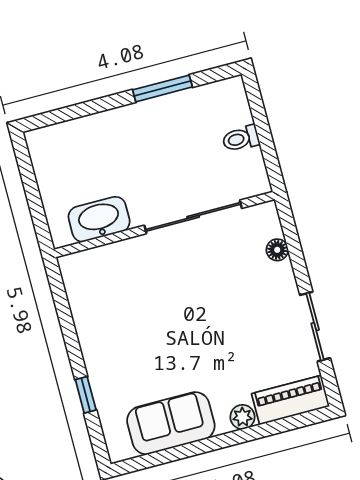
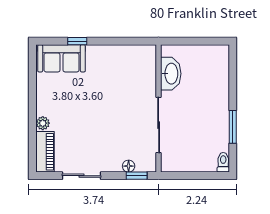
toilet: (241, 139) -> (223, 162), moved
window: (290, 232) -> (137, 176), added
sofa: (171, 423) -> (62, 58), moved, turned 90

